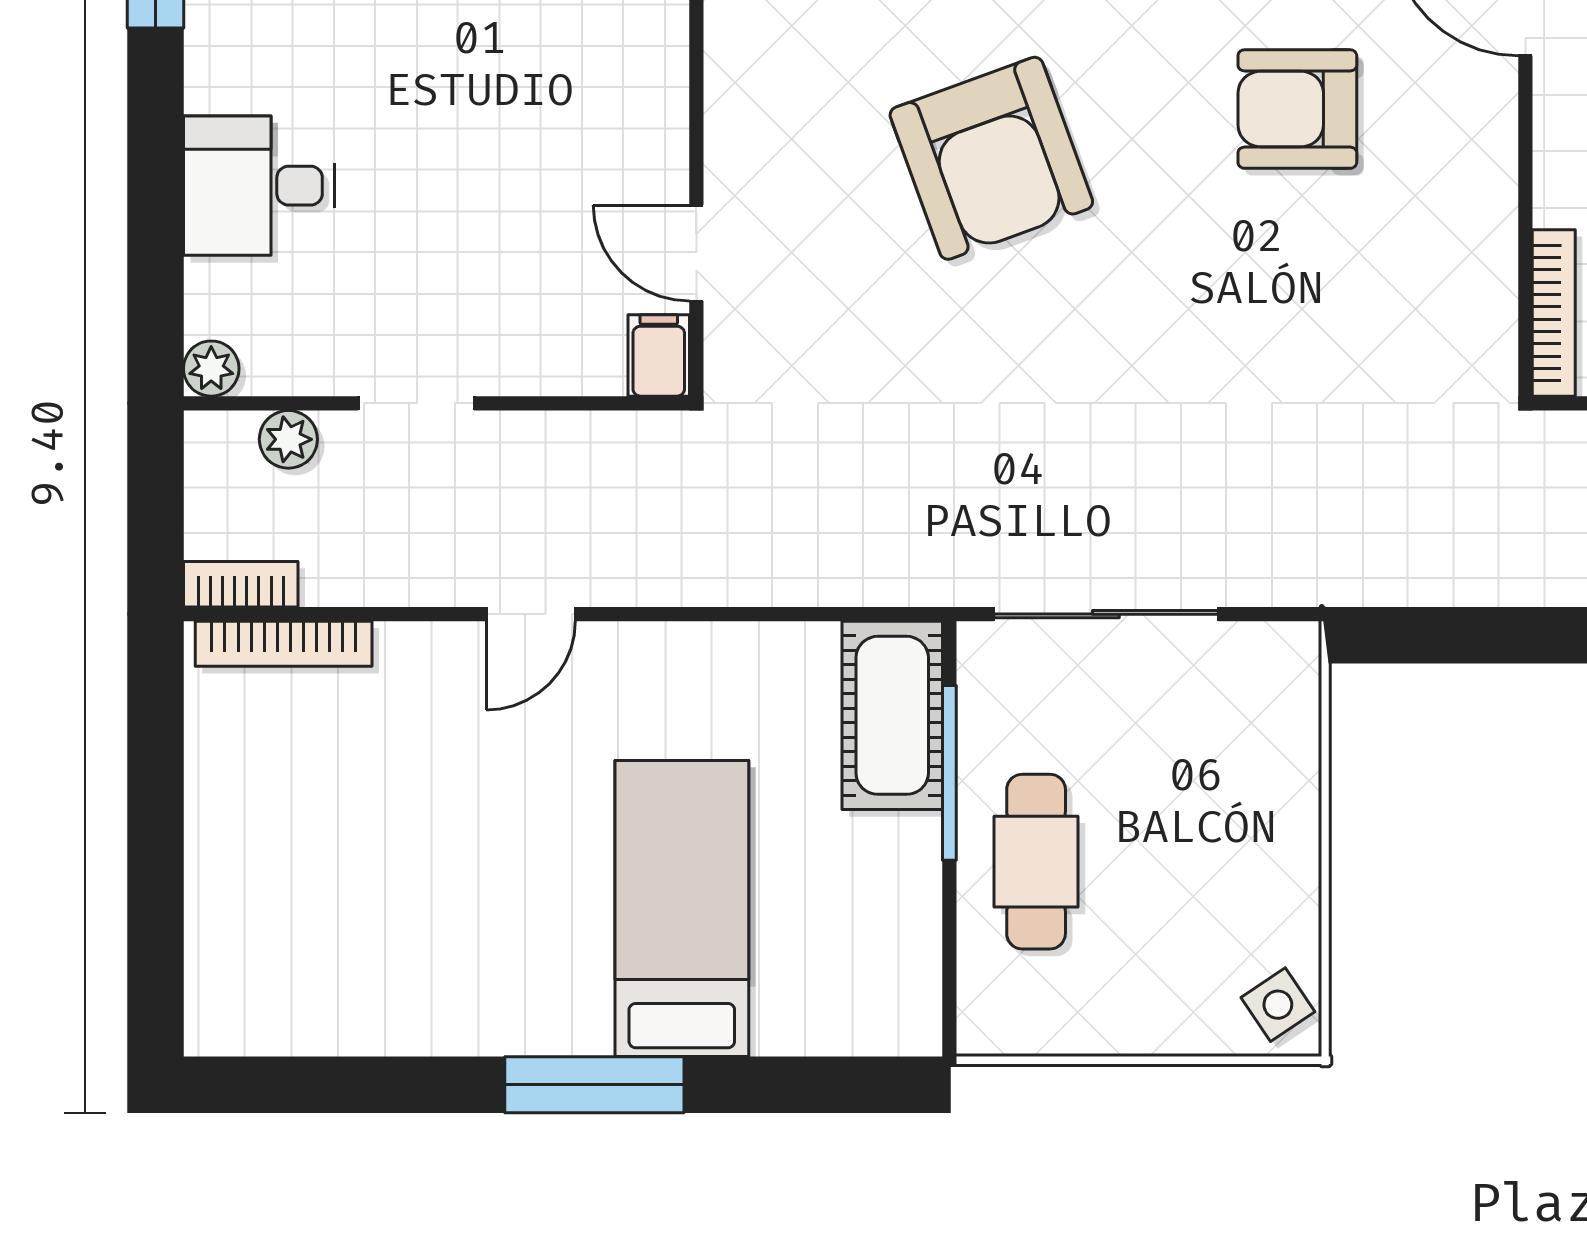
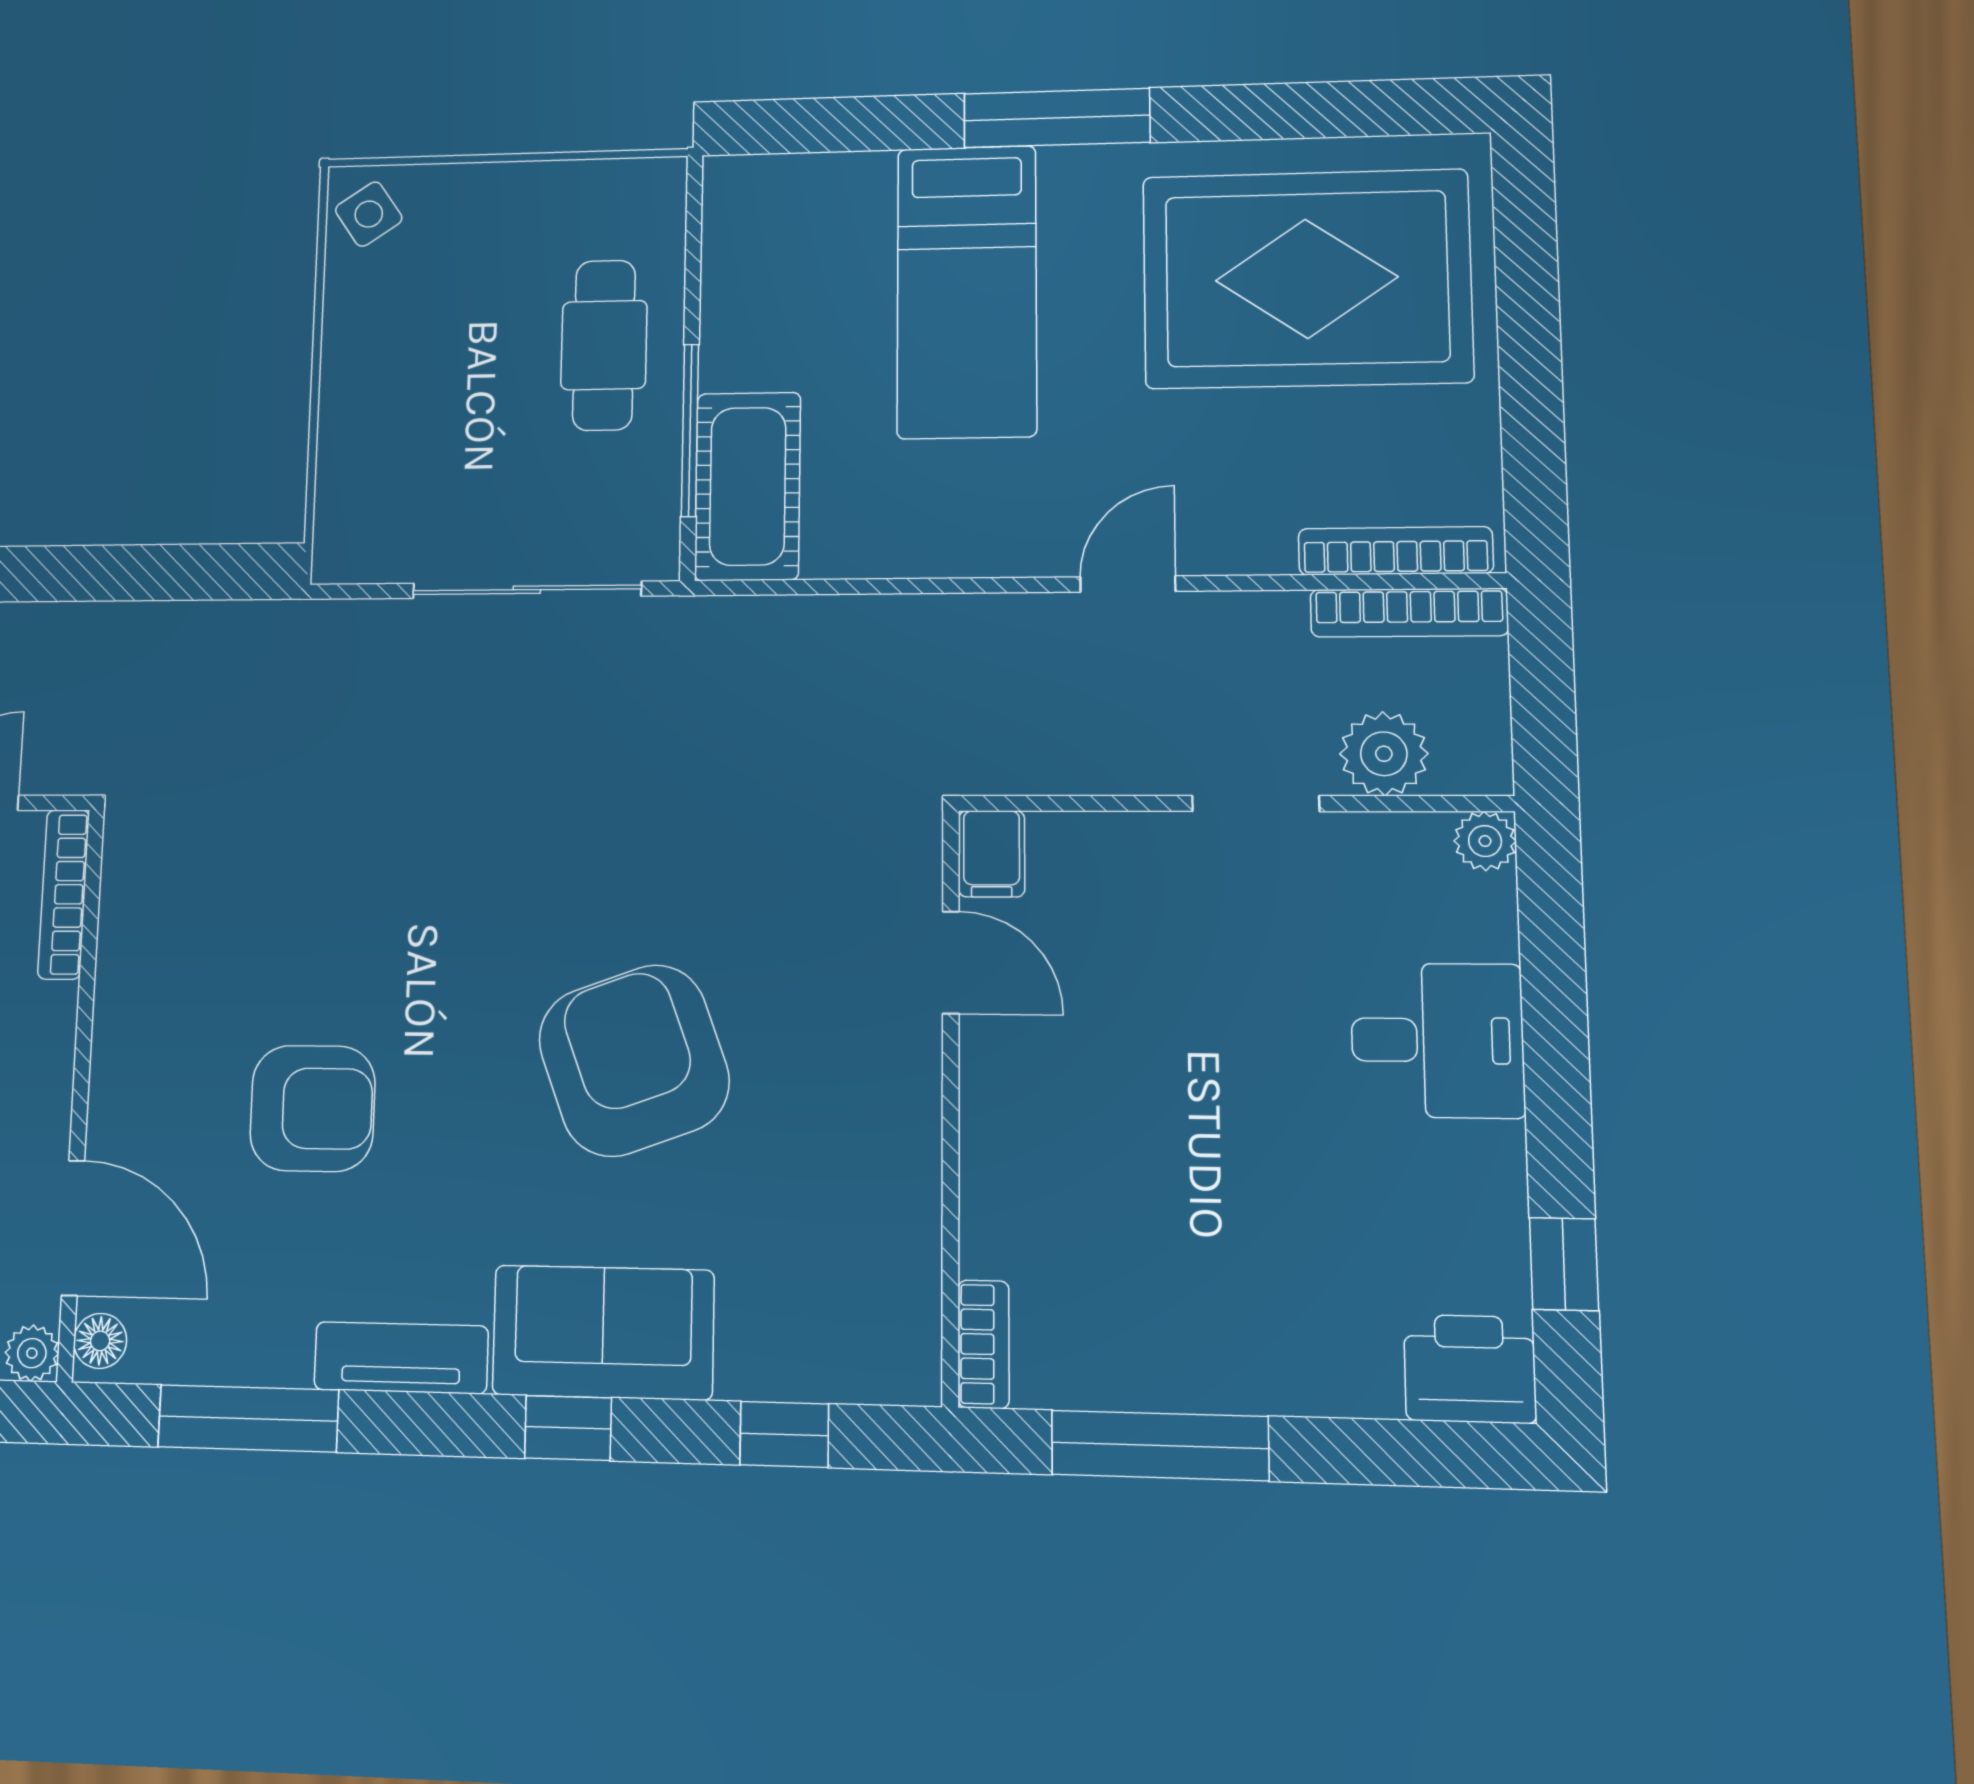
plant: (288, 439) -> (1384, 754), width x1.38, depth x1.38
bookcase: (241, 584) -> (1409, 613), width x1.56
rug: (359, 913) -> (1307, 279), added

